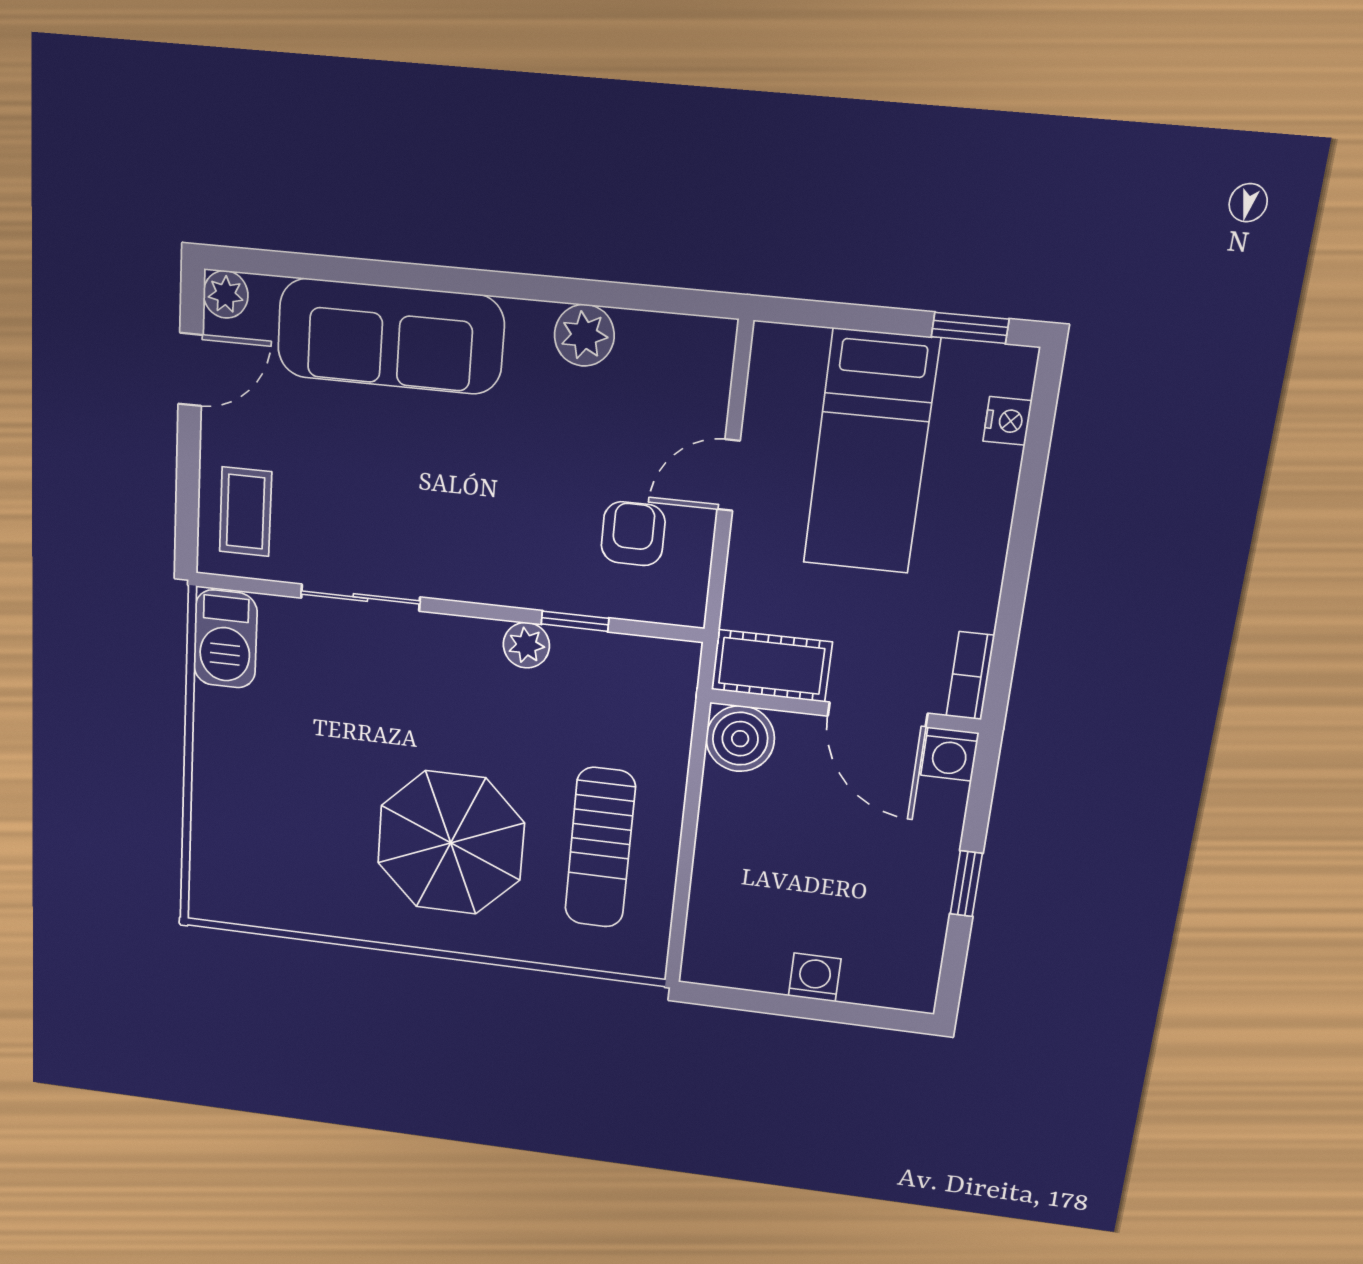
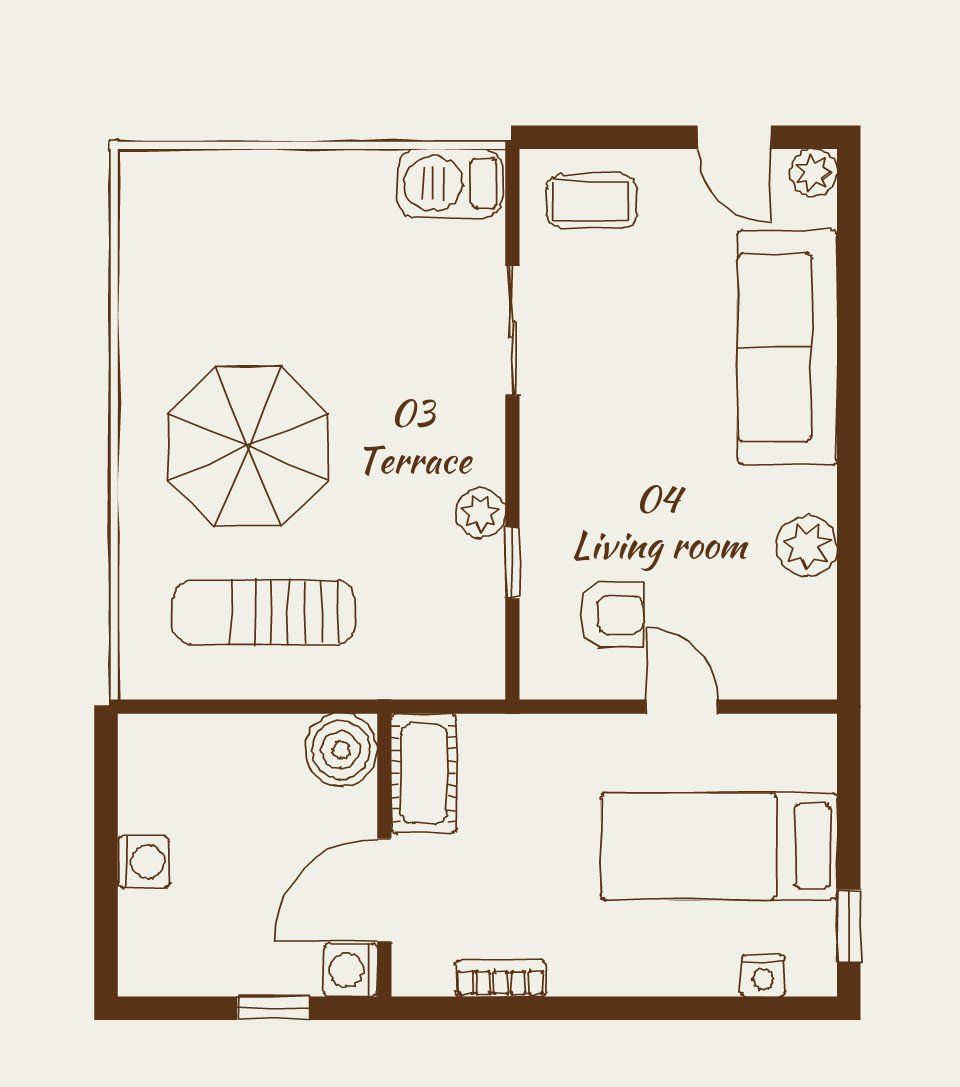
cot: (772, 666) -> (424, 773), moved
wall: (845, 711) -> (384, 855), moved
door: (878, 715) -> (384, 890), moved
boiler: (740, 739) -> (341, 750), moved
washing machine: (950, 754) -> (351, 970), moved

